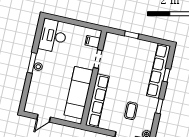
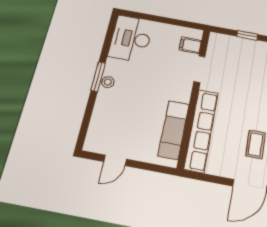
exam couch: (79, 93) -> (174, 130), width x0.73, depth x0.69

